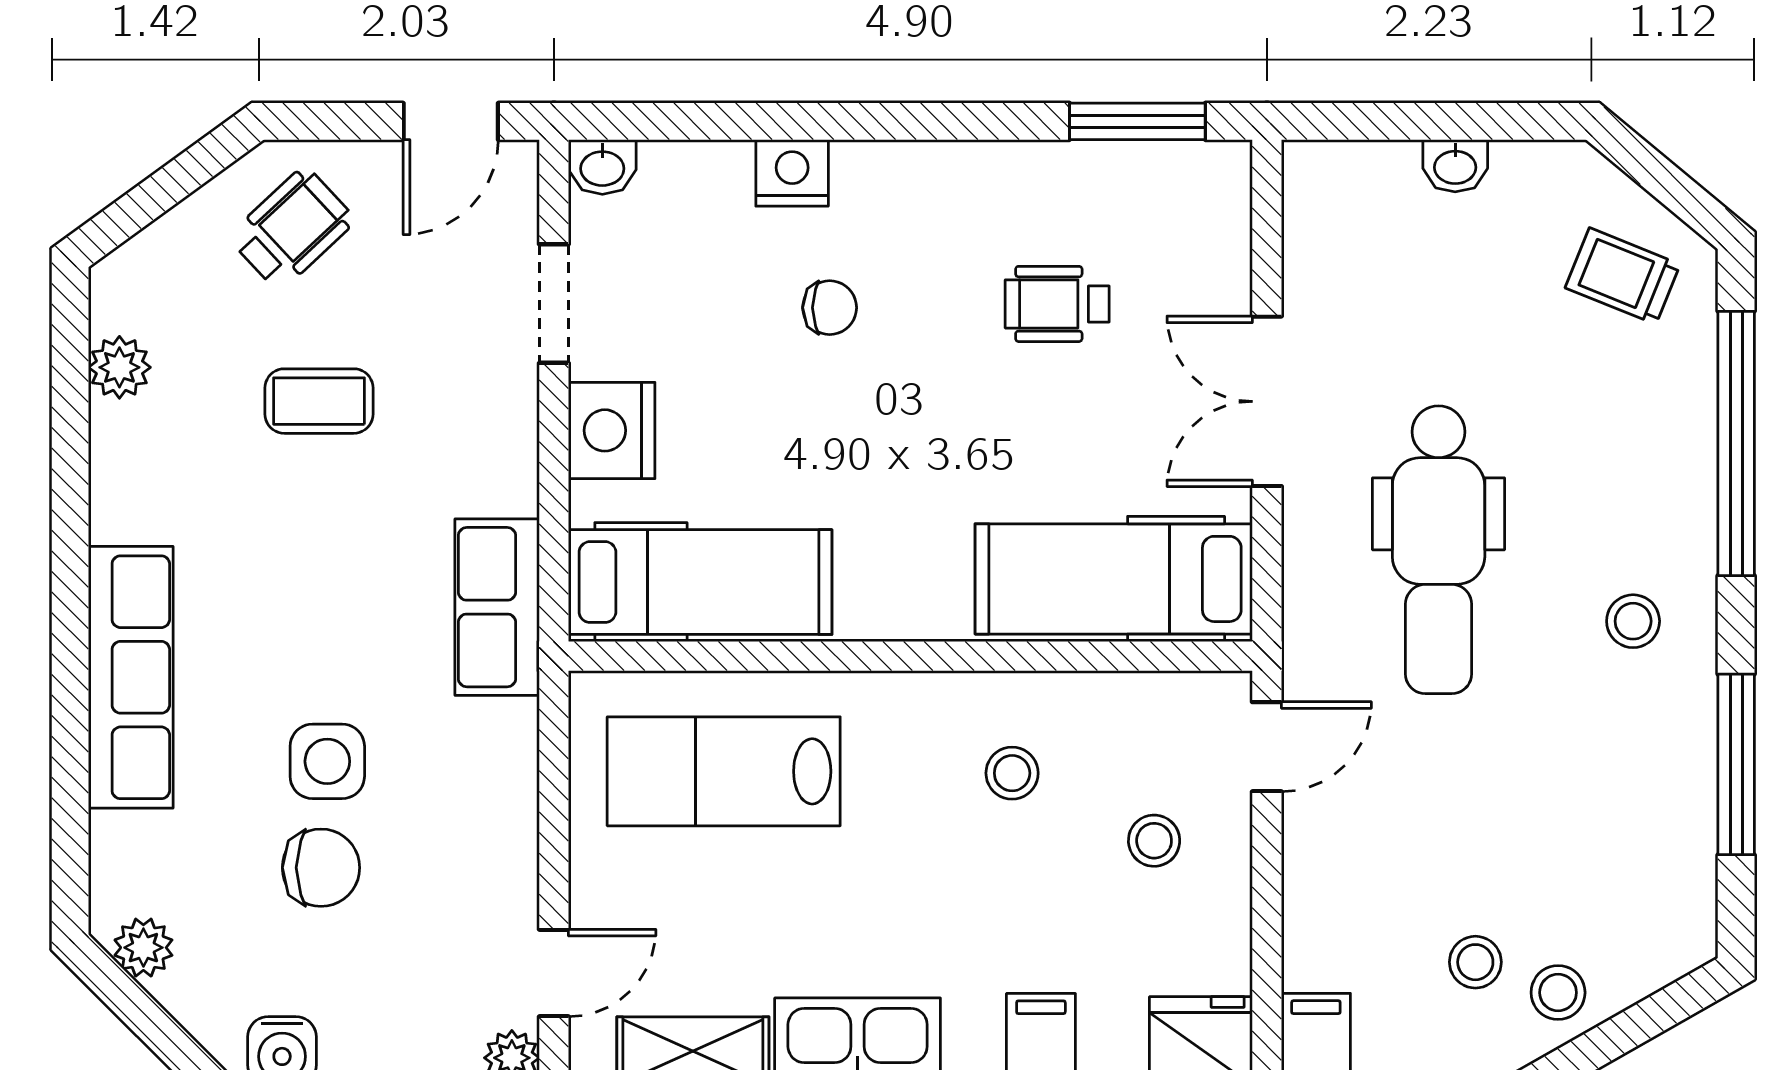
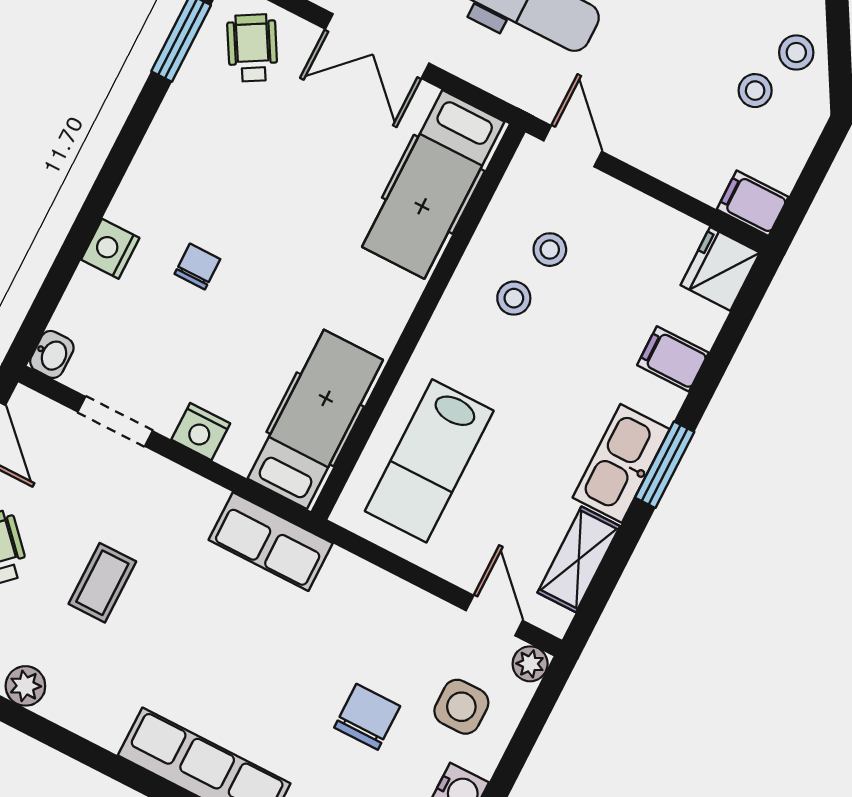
wheelchair: (1057, 304) -> (252, 48), moved, turned 150
nightstand: (612, 430) -> (201, 432), width x0.74, depth x0.75
side table: (327, 761) -> (461, 707), moved
stool: (1154, 841) -> (550, 250), moved

